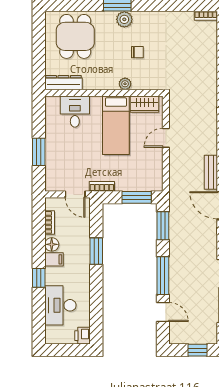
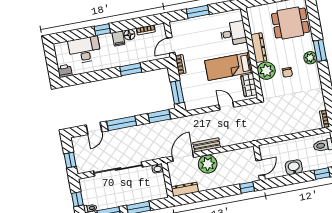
dresser: (63, 83) -> (259, 48), moved
plant: (125, 84) -> (266, 71), width x1.88, depth x1.88

